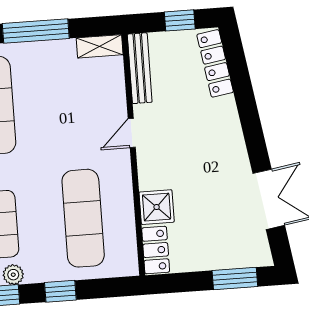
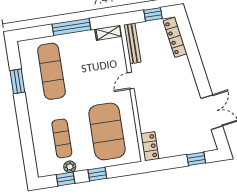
shower: (157, 207) -> (148, 122), removed
exercise mat: (83, 218) -> (107, 131), width x1.47
window: (235, 278) -> (196, 159), width x0.67

